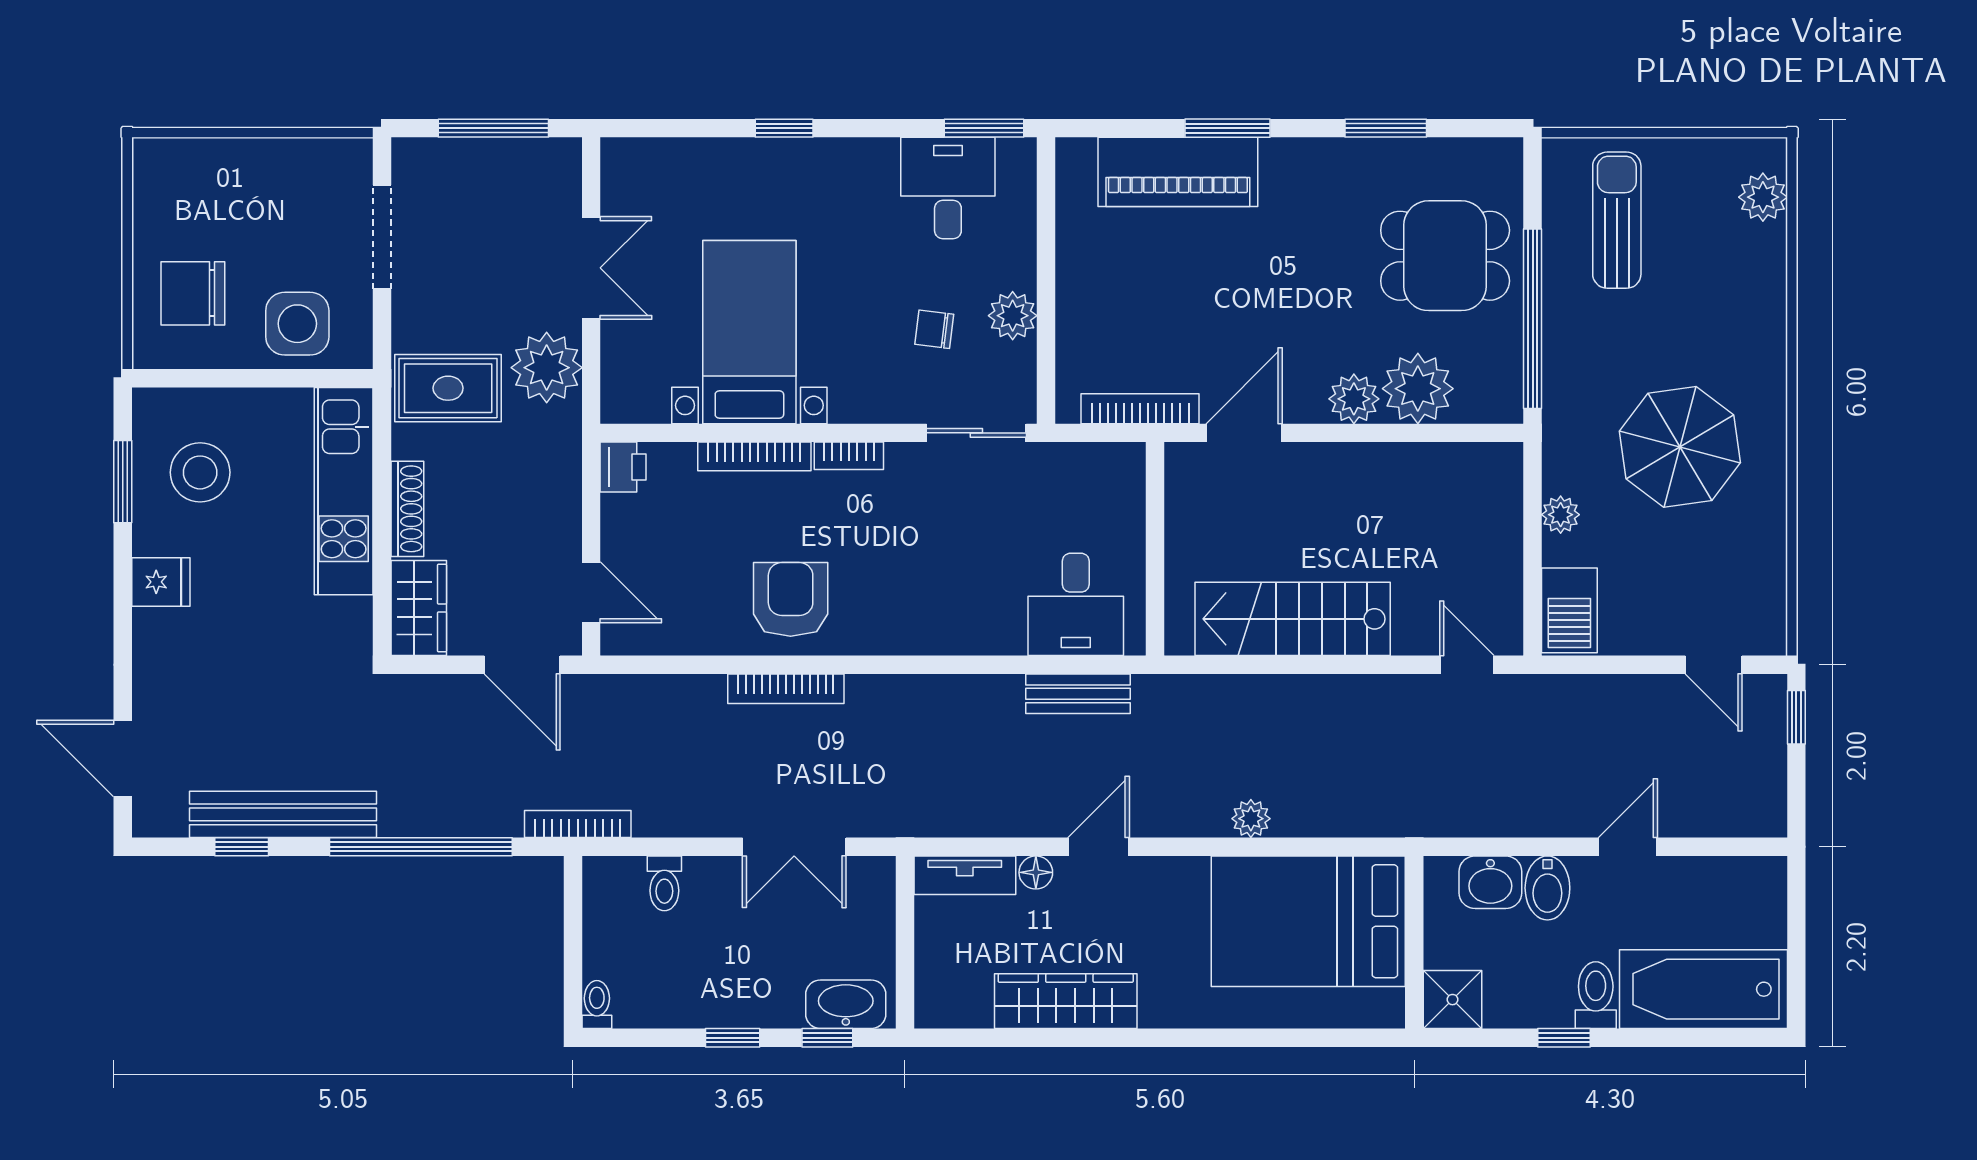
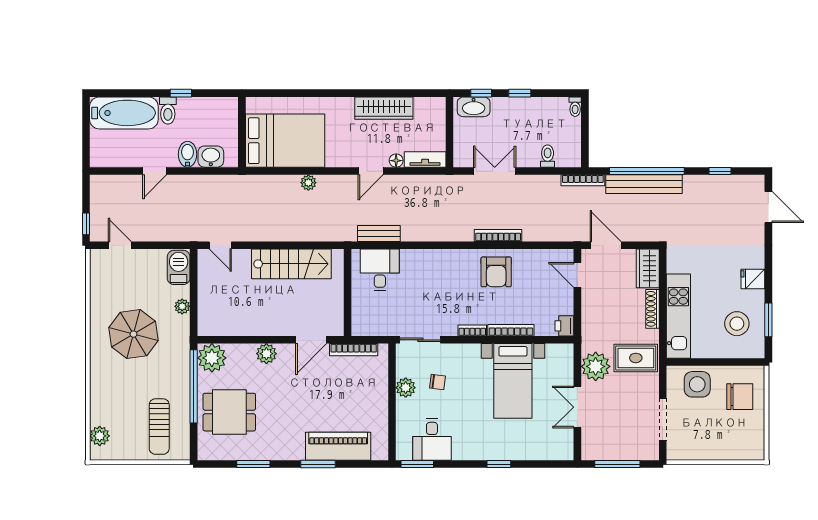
plant: (1418, 389) -> (212, 358), moved
bench: (283, 814) -> (644, 184), moved
shower: (1453, 1000) -> (226, 109), removed

